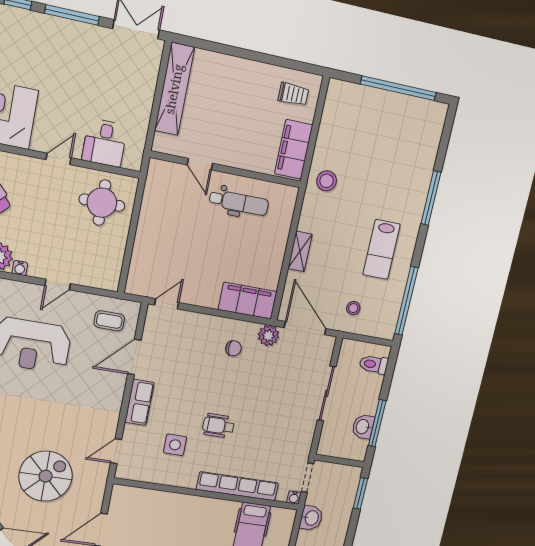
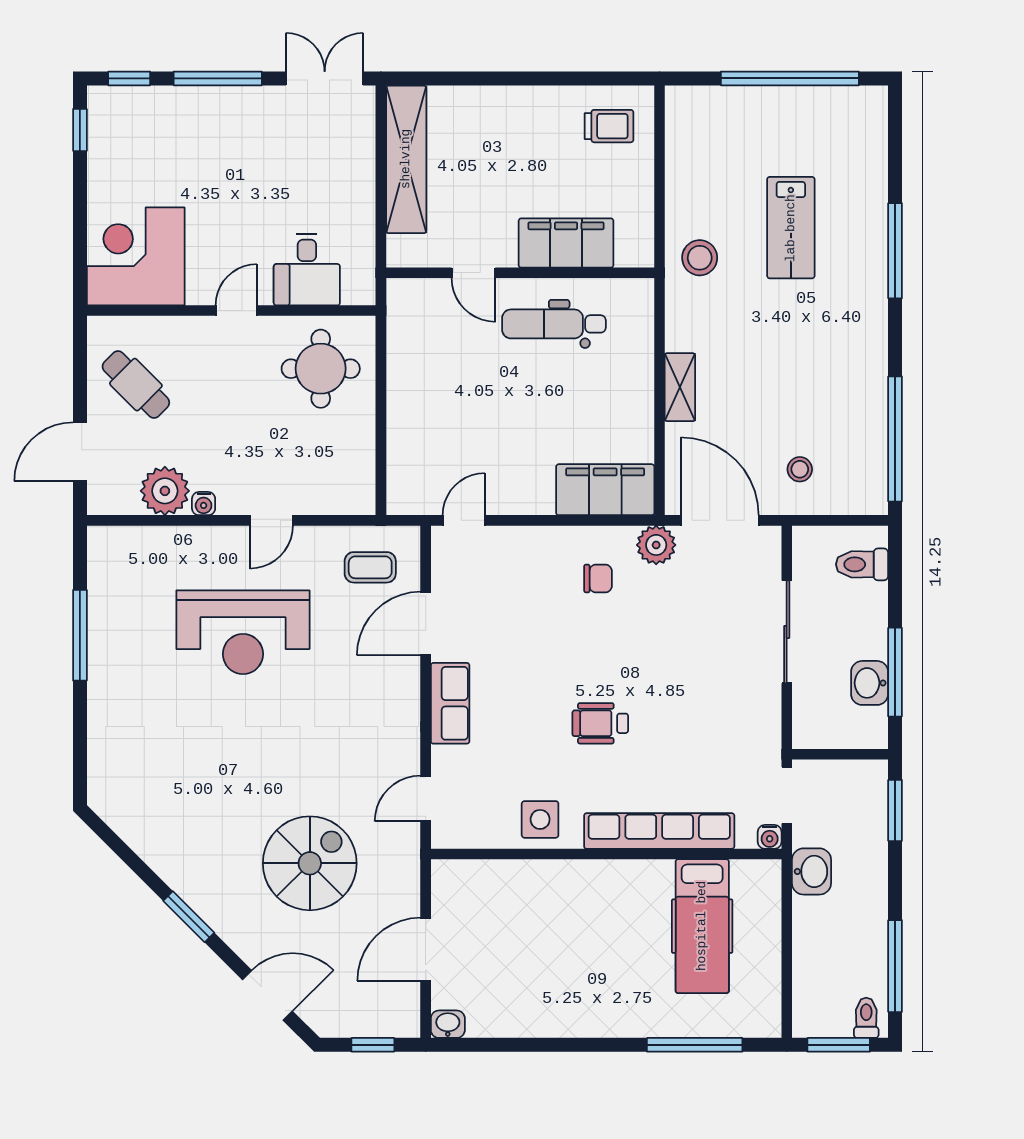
filing cabinet: (294, 149) -> (566, 243), moved, turned 90
dental chair: (239, 203) -> (554, 324), turned 180
lab bench: (381, 249) -> (791, 228), moved
side table: (175, 445) -> (540, 819), moved

